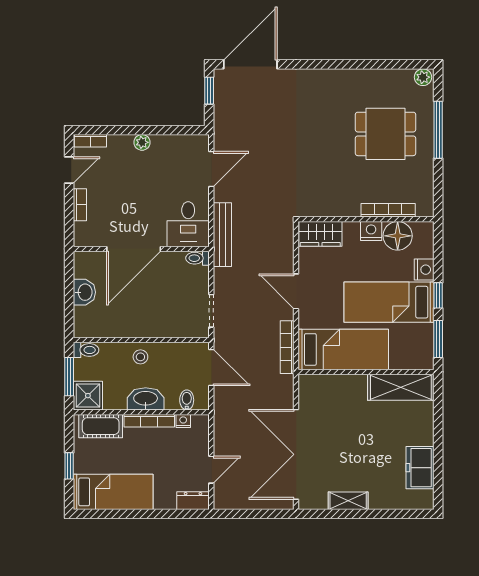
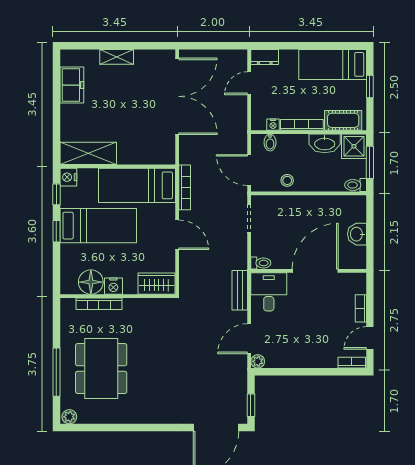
dining table: (385, 134) -> (101, 369), width x1.38
plant: (142, 142) -> (258, 361), moved
bench: (222, 235) -> (240, 290), width x0.73
nightstand: (424, 270) -> (68, 177), moved
window: (438, 339) -> (56, 194), width x0.67
stool: (140, 357) -> (287, 180), moved
washbasin: (146, 399) -> (325, 143), moved
shelving: (348, 501) -> (117, 57), moved

